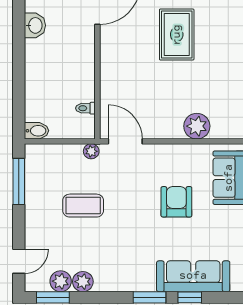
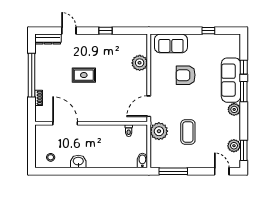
rug: (177, 35) -> (84, 75), width x0.73, depth x0.70
plant: (91, 151) -> (159, 131), width x1.88, depth x1.88
sofa: (193, 276) -> (231, 80), moved
plant: (83, 282) -> (234, 109), moved

